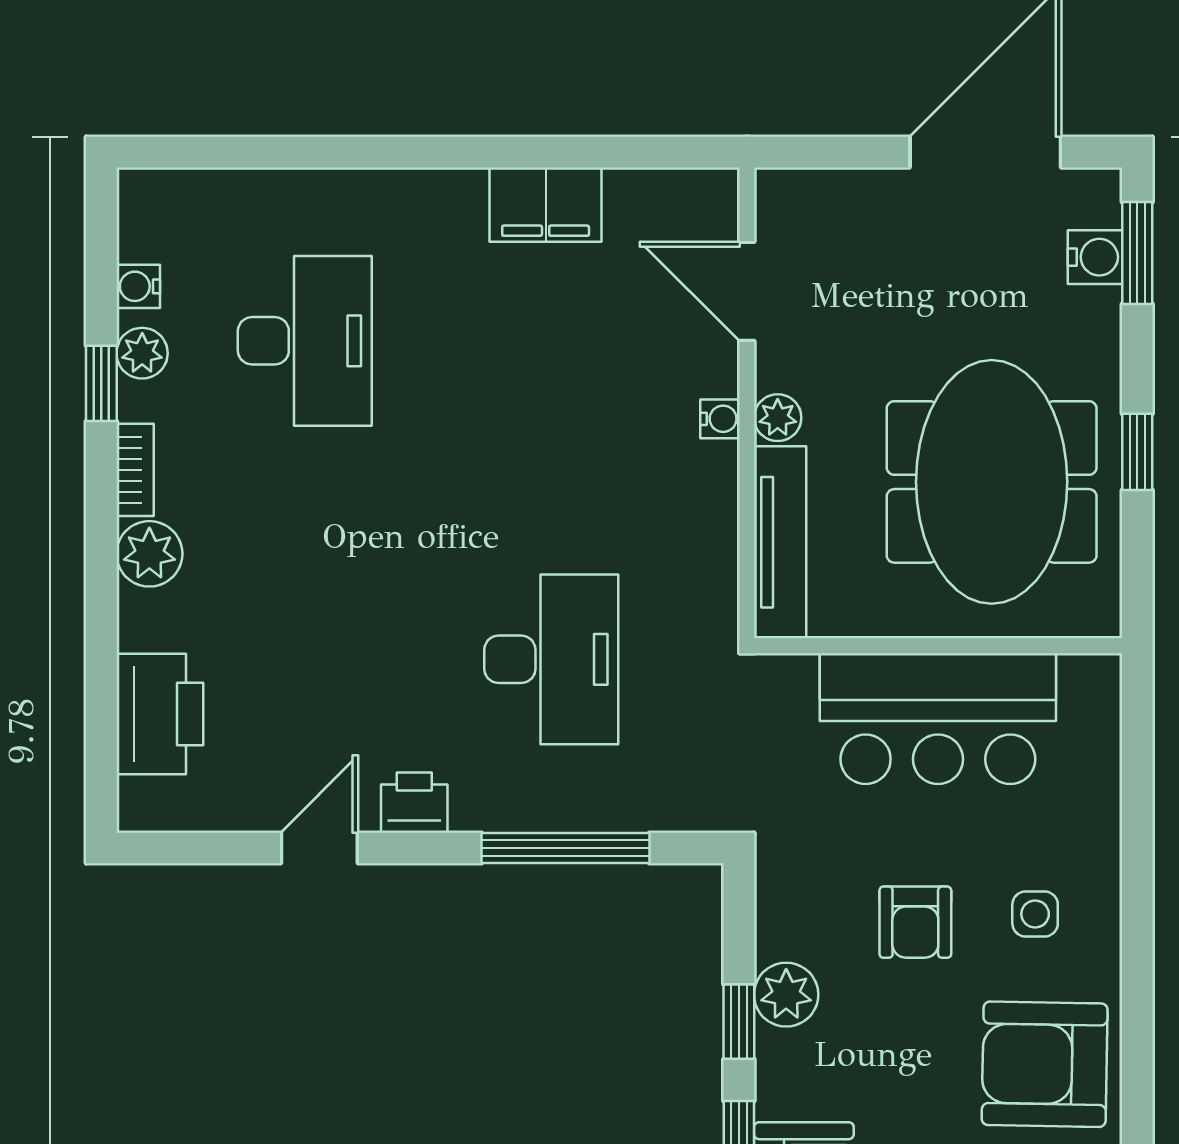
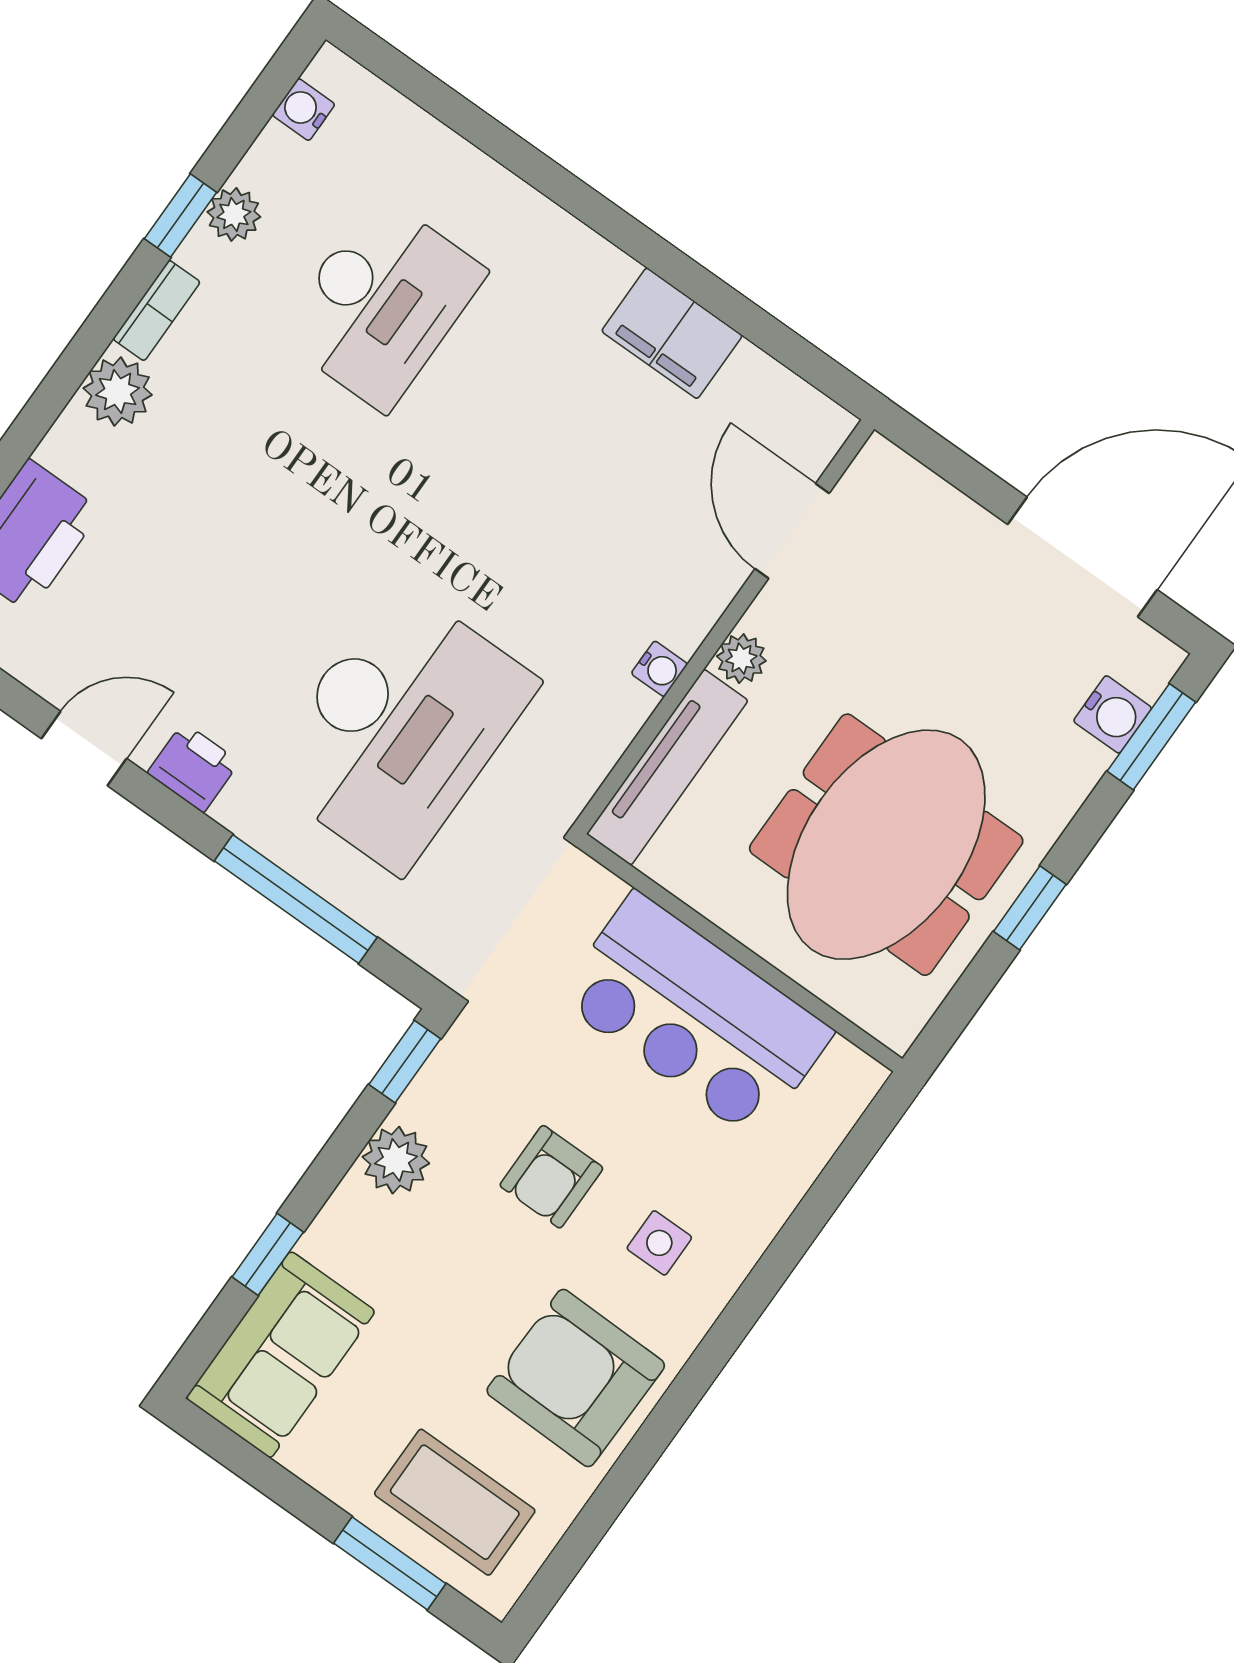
water cooler: (138, 286) -> (304, 110), moved
water cooler: (720, 419) -> (659, 669), moved
desk: (551, 659) -> (399, 728), width x1.36, depth x1.30
window: (739, 1022) -> (405, 1062), moved

